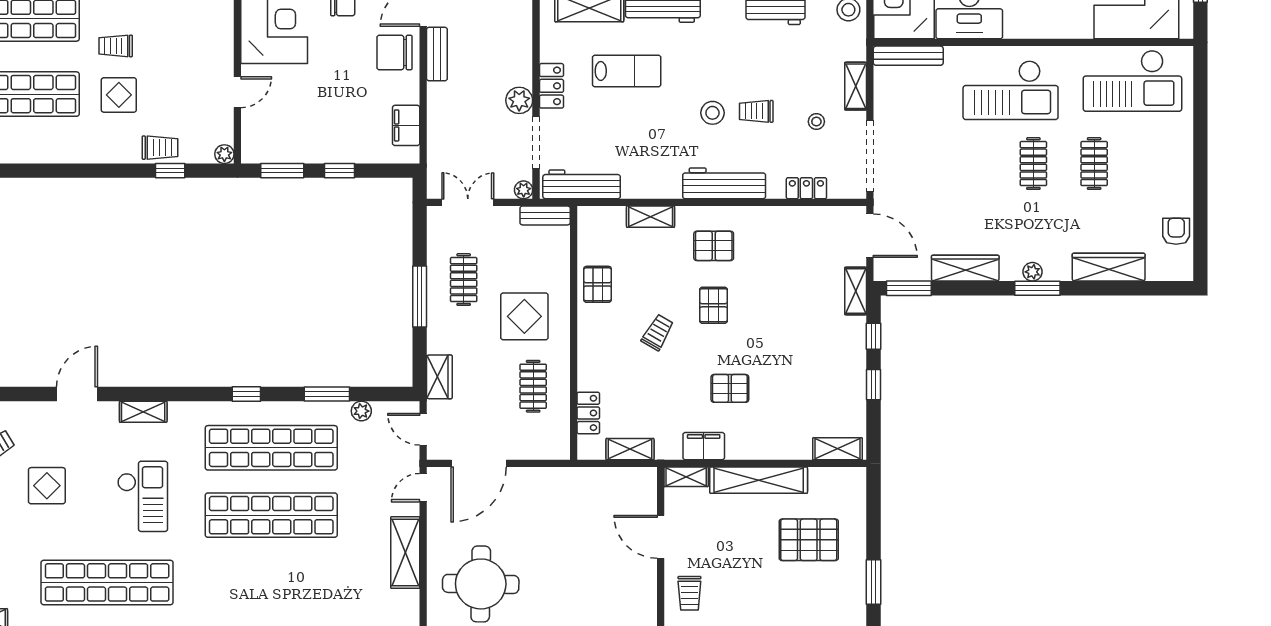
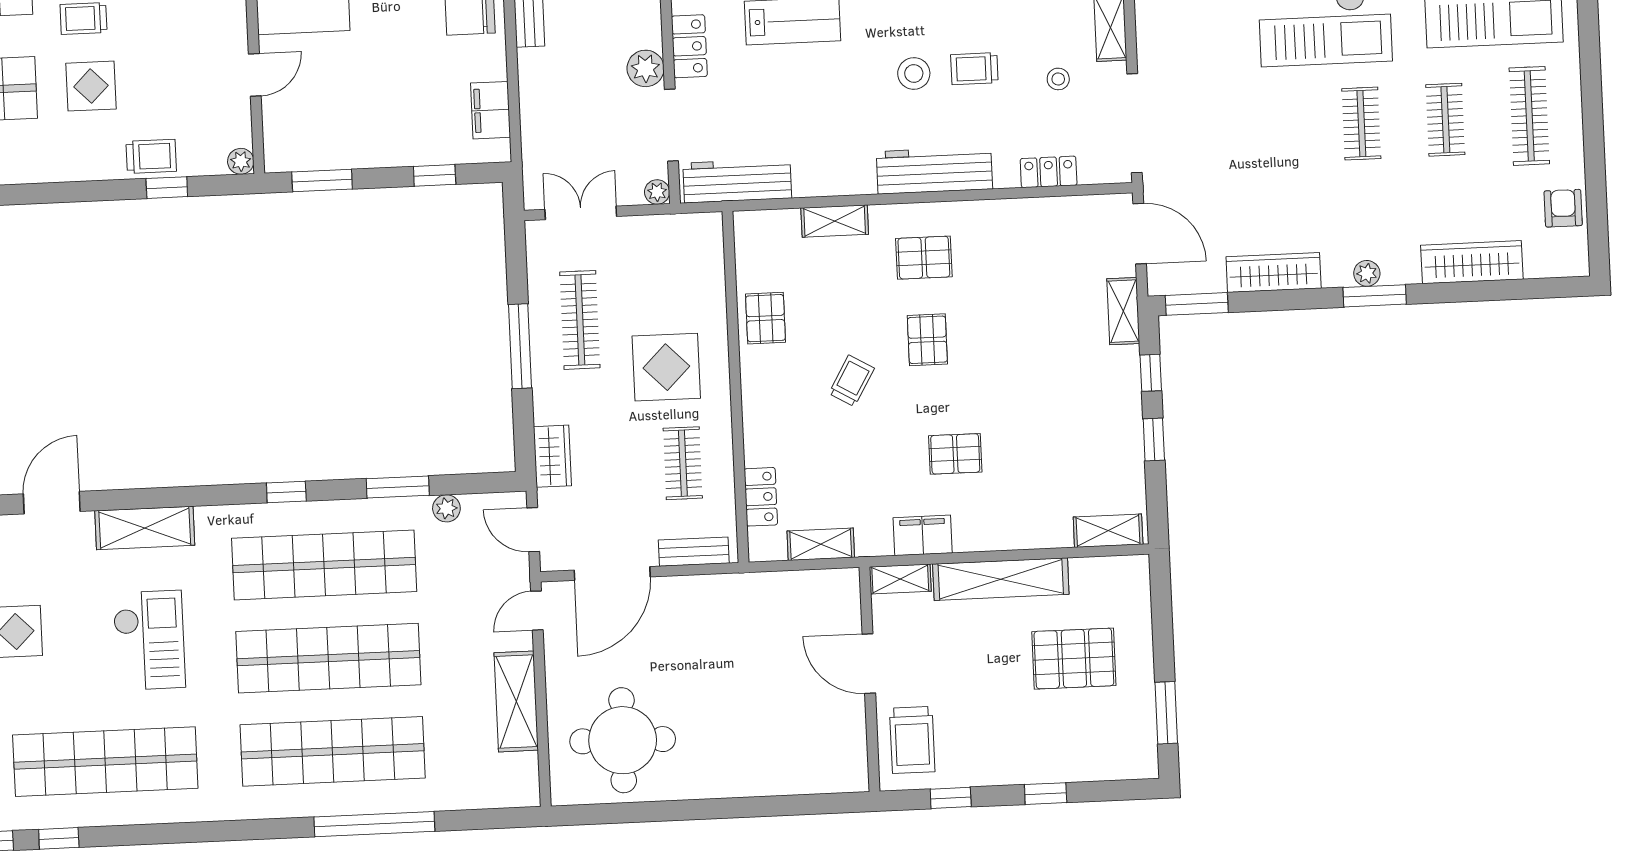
clothes rail: (1155, 164) -> (1529, 116), added
window: (339, 171) -> (435, 175), moved
bench: (545, 215) -> (694, 552), moved
clothes rail: (464, 280) -> (580, 320), width x1.36
shelving: (143, 412) -> (145, 528), width x1.50, depth x1.33
shop shelf: (271, 582) -> (333, 751), added
trolley: (689, 593) -> (912, 740), width x1.36, depth x1.39

